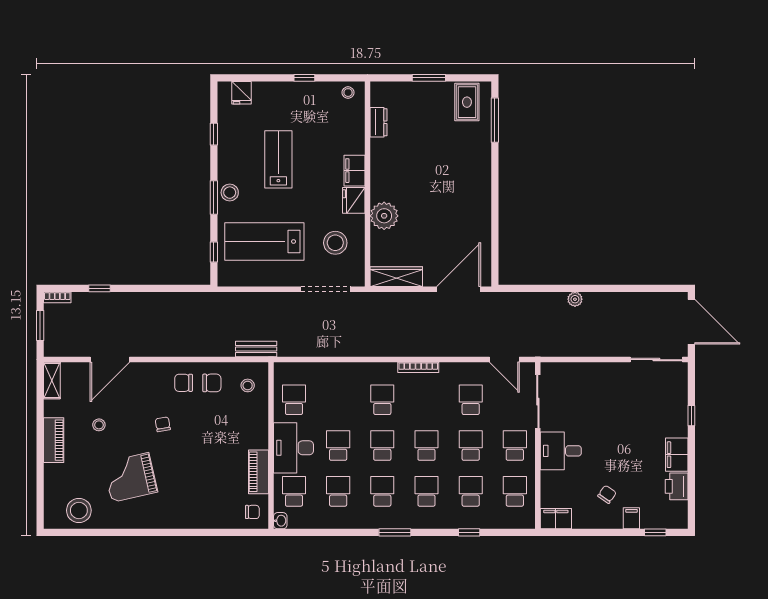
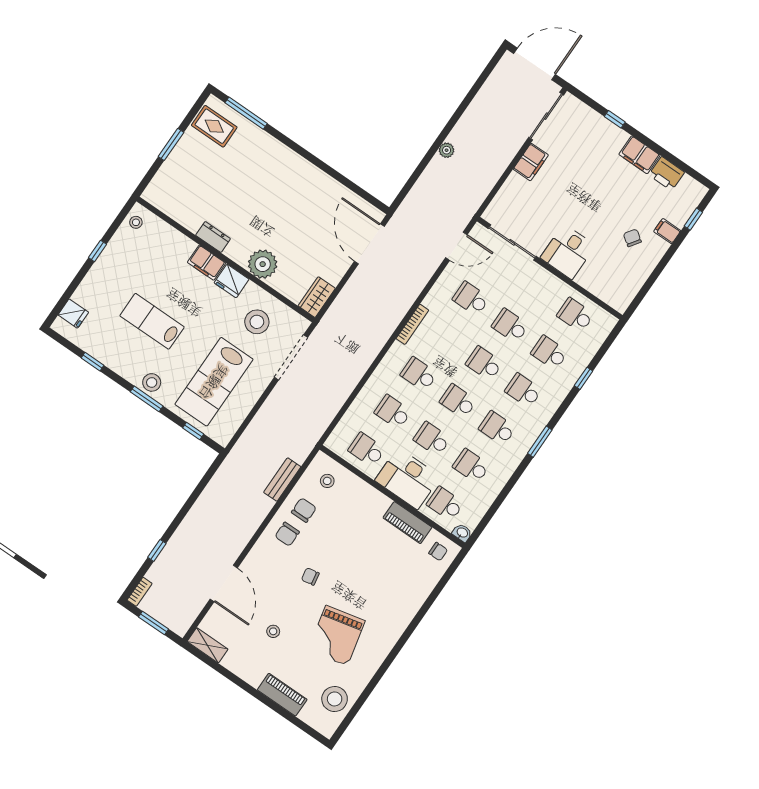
dresser: (379, 122) -> (213, 237), moved
wardrobe: (396, 277) -> (317, 297), width x0.67
bench: (256, 349) -> (282, 480), moved
piano: (54, 440) -> (282, 695), moved
school desk: (515, 446) -> (393, 412), moved
chair: (252, 512) -> (438, 552), turned 90
filing cabinet: (556, 519) -> (531, 162), moved, turned 180

